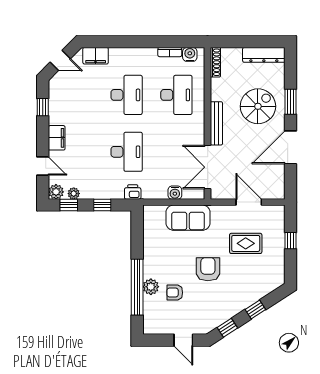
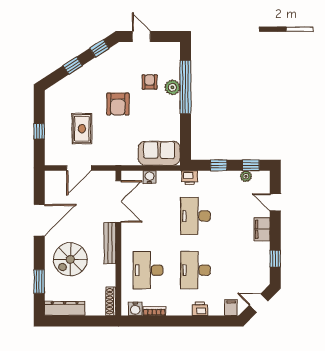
printer: (122, 55) -> (200, 309), added
filing cabinet: (96, 56) -> (231, 308), width x0.50
window: (291, 102) -> (39, 281), moved
plant: (56, 192) -> (263, 178), removed
door: (249, 202) -> (79, 168), hinge flipped
sofa: (188, 218) -> (159, 153), moved
rug: (246, 243) -> (82, 129), turned 90
armchair: (175, 293) -> (150, 82), turned -90

